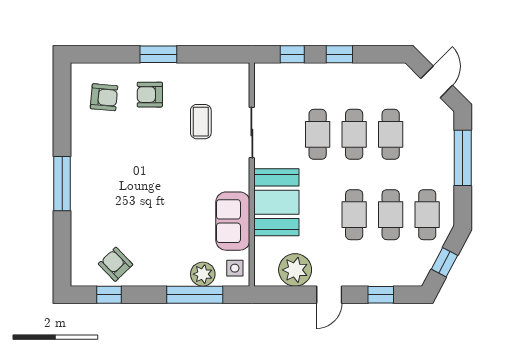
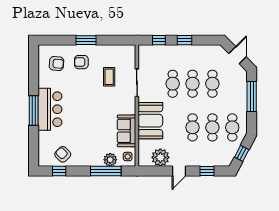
bar counter: (92, 181) -> (50, 109), added

